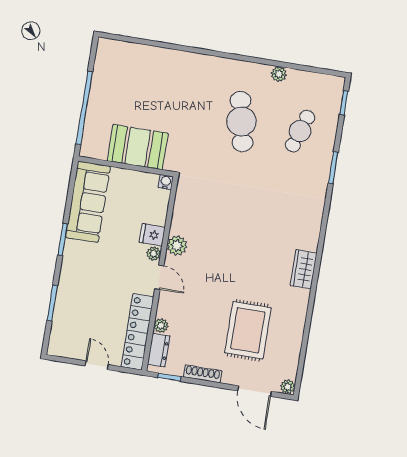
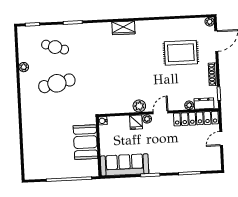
wardrobe: (304, 269) -> (123, 28), moved

